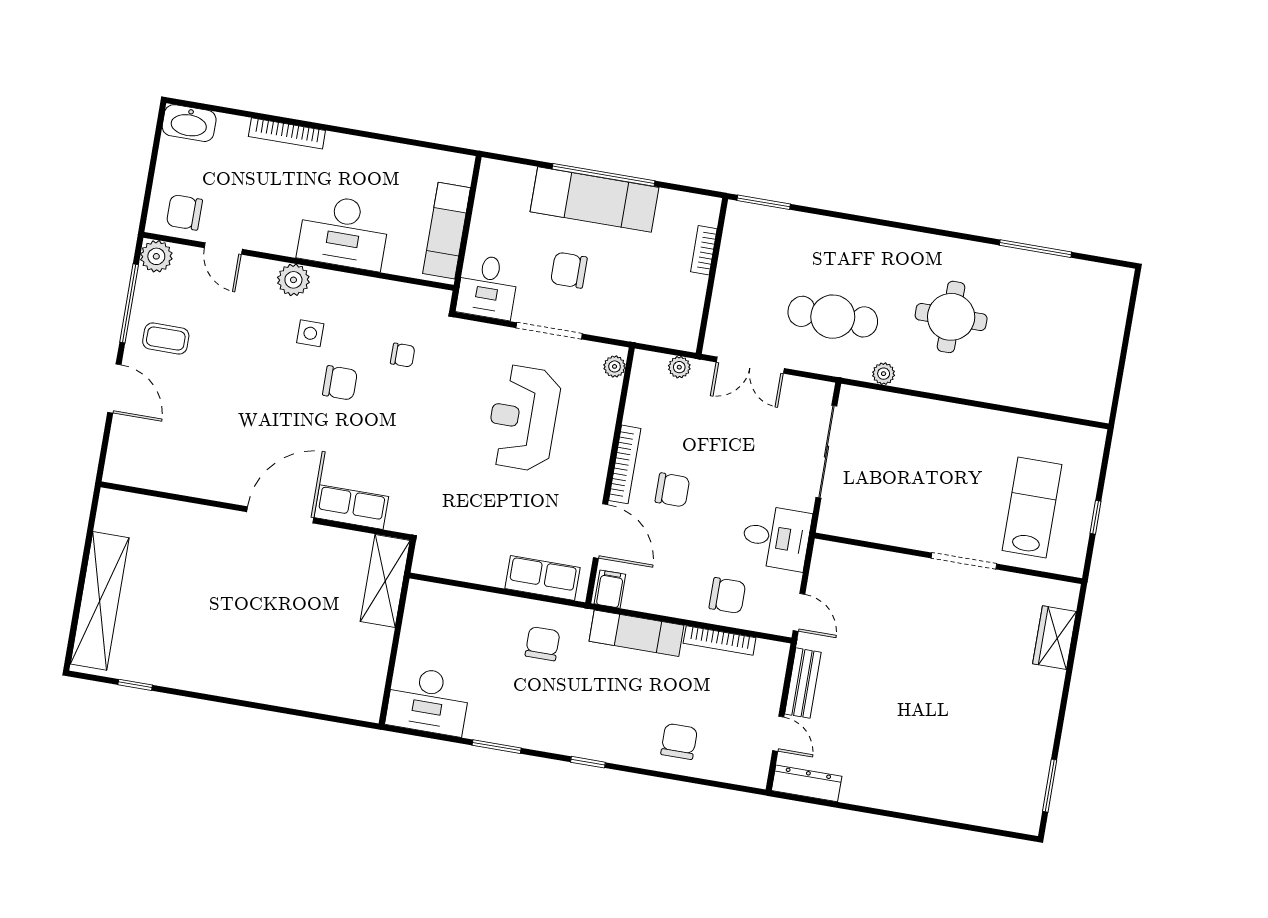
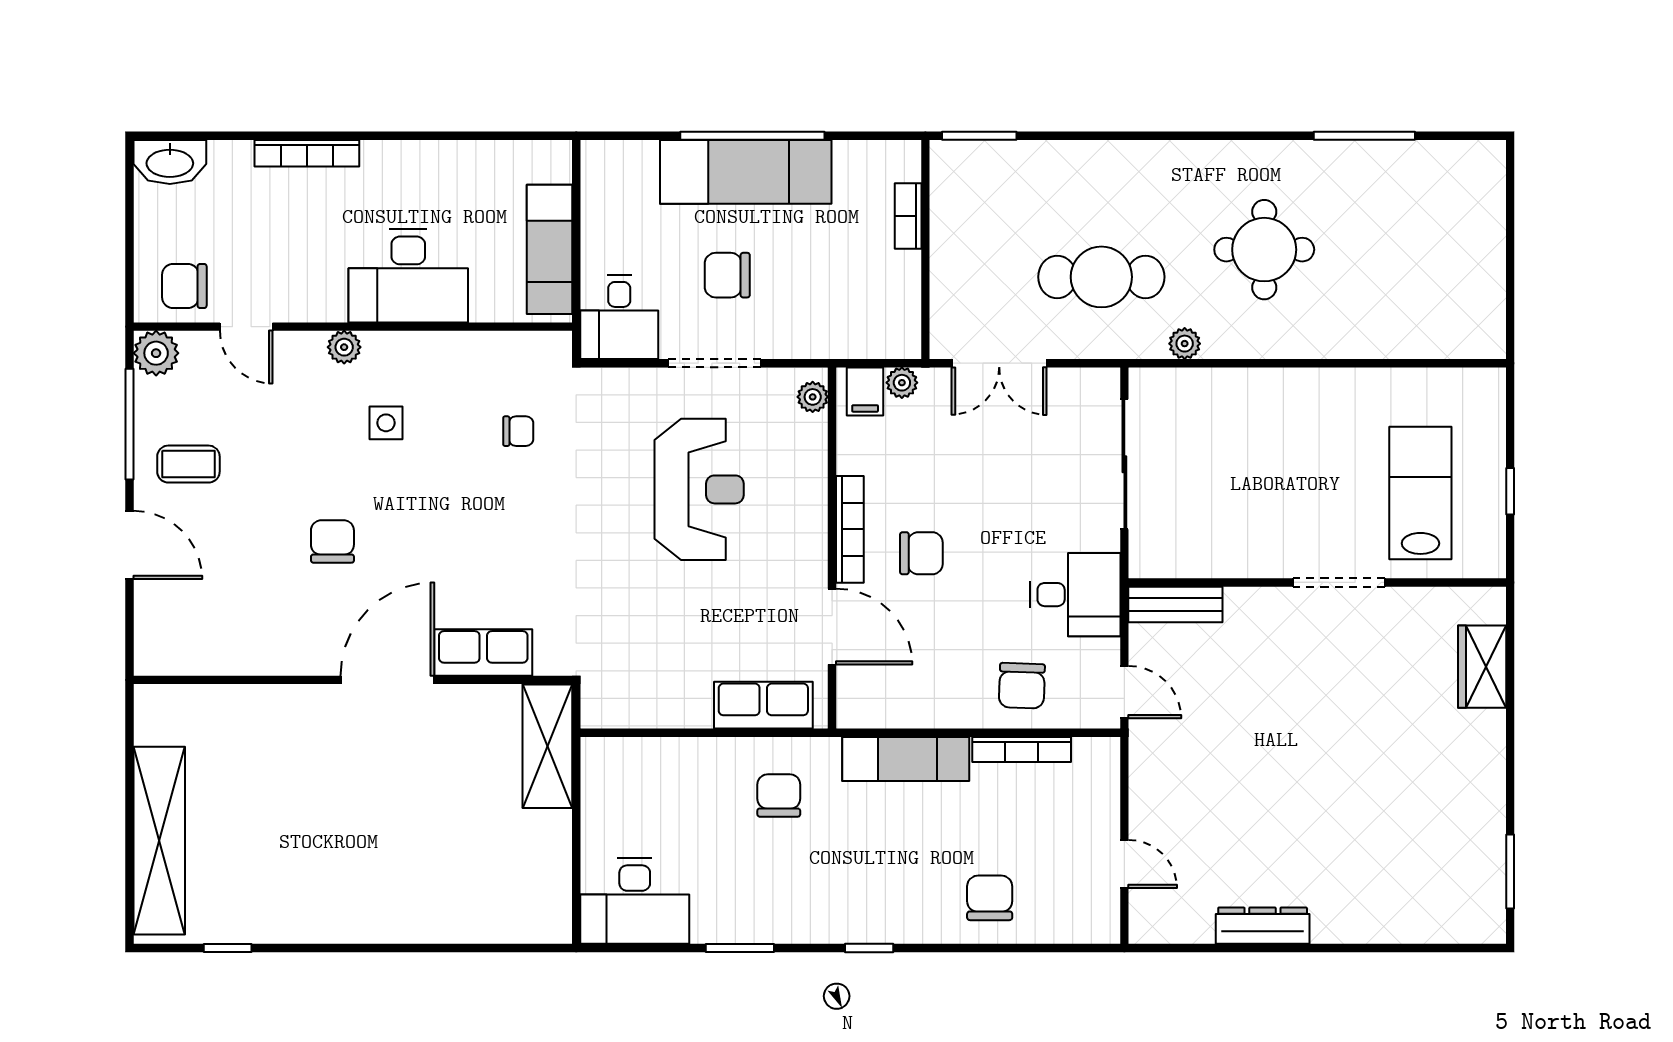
plant: (293, 280) -> (344, 347), width x0.73, depth x0.73
chair: (340, 383) -> (332, 541), moved, turned -90
reception desk: (523, 418) -> (699, 489), turned 180
filing cabinet: (610, 589) -> (865, 391), moved, turned 180
chair: (727, 596) -> (1022, 686), turned 92
bench: (803, 683) -> (1175, 604), moved, turned 90
dresser: (807, 783) -> (1263, 926), moved

